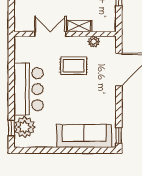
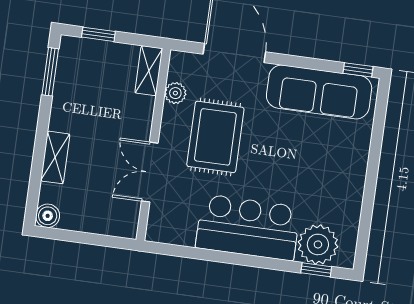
shelving: (79, 26) -> (149, 71), moved
rug: (73, 66) -> (215, 137), width x1.36, depth x1.43
sofa: (84, 136) -> (319, 92), moved, turned -90

